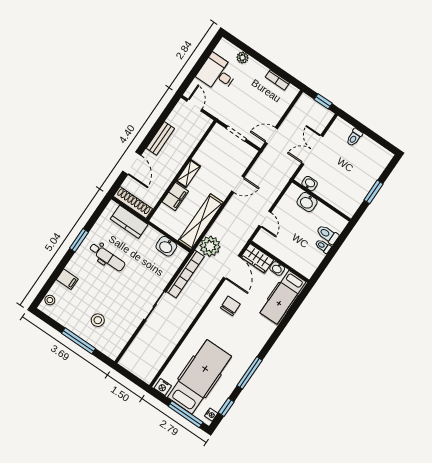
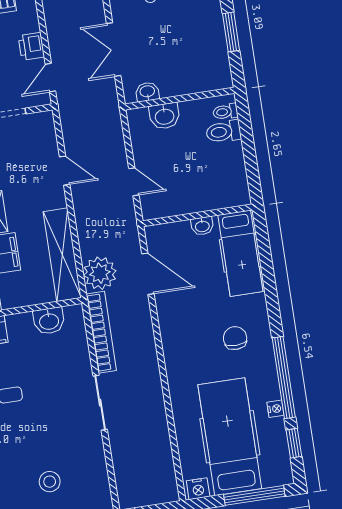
printer: (276, 113) -> (31, 46), added
door: (238, 184) -> (65, 171), hinge flipped
toilet: (323, 246) -> (225, 112), moved
wardrobe: (257, 258) -> (168, 236), removed
chair: (230, 306) -> (235, 338), moved
window: (250, 373) -> (284, 378), width x1.46
nightstand: (211, 415) -> (275, 409), moved

